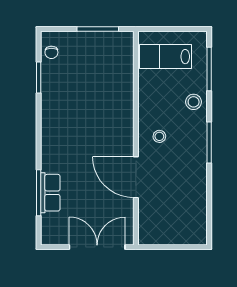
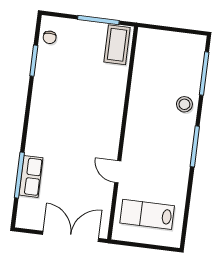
coffee table: (119, 51) -> (117, 45), added
lab bench: (166, 57) -> (147, 214), moved
stool: (159, 136) -> (146, 134), removed
door: (136, 177) -> (118, 172), width x0.53

